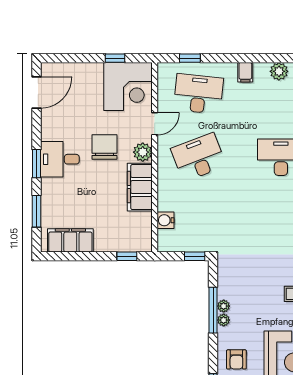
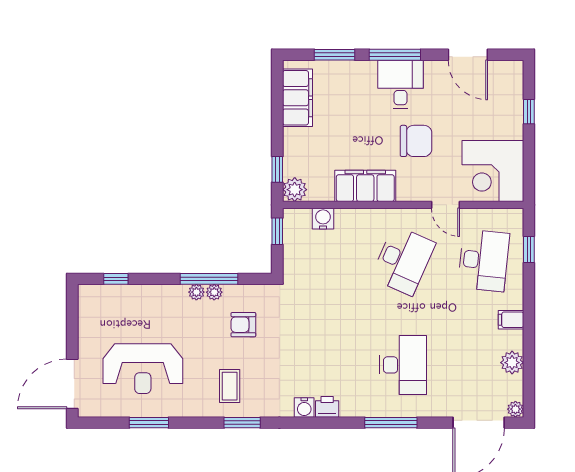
window: (115, 58) -> (529, 112), moved
door: (36, 93) -> (468, 55), moved
plant: (143, 152) -> (295, 190), moved
desk: (198, 157) -> (403, 260), turned 45
window: (36, 164) -> (395, 55), width x1.44
window: (195, 256) -> (277, 231), moved
armchair: (236, 359) -> (243, 325), moved

